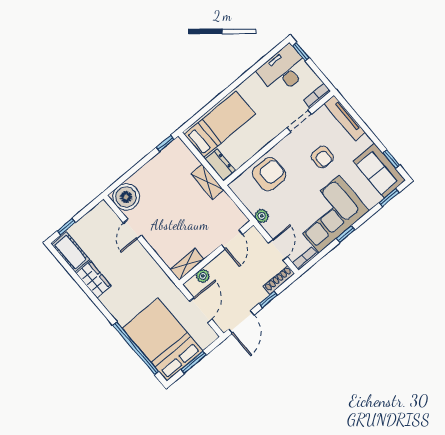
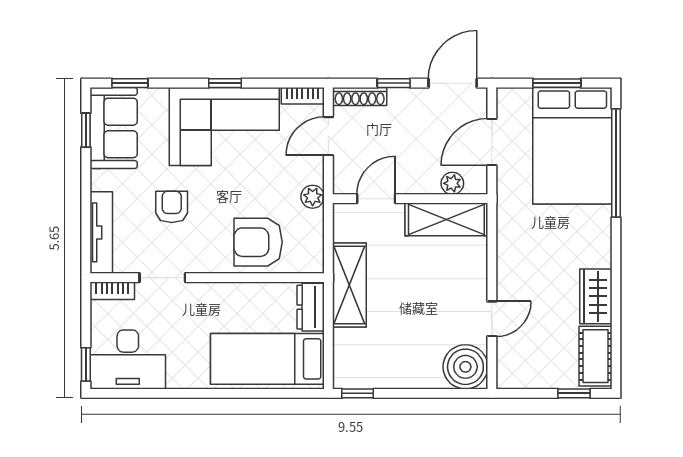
shelving: (207, 182) -> (349, 285), width x1.50, depth x1.33
shelving: (187, 264) -> (446, 219), width x1.50, depth x1.33

